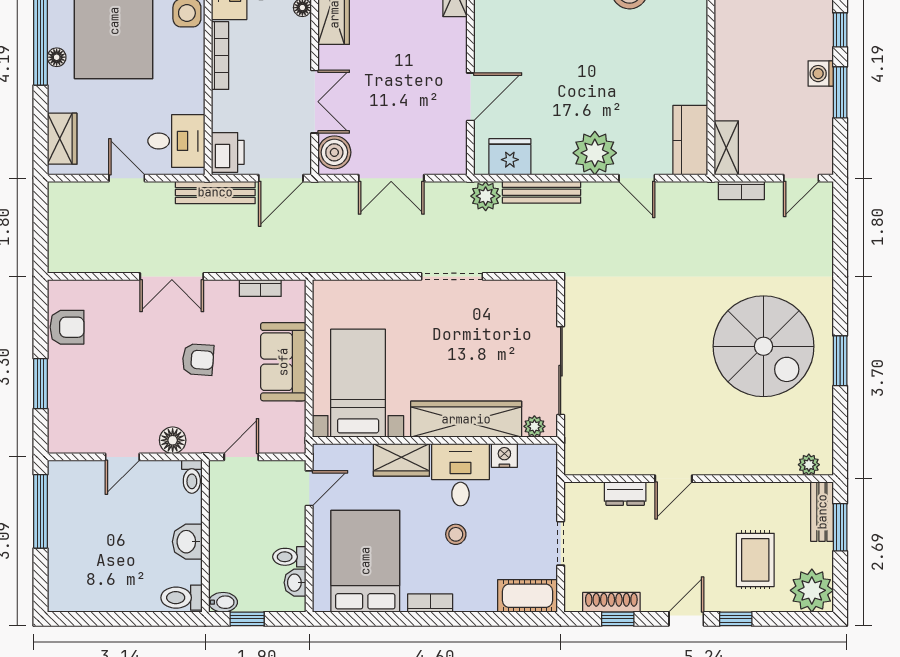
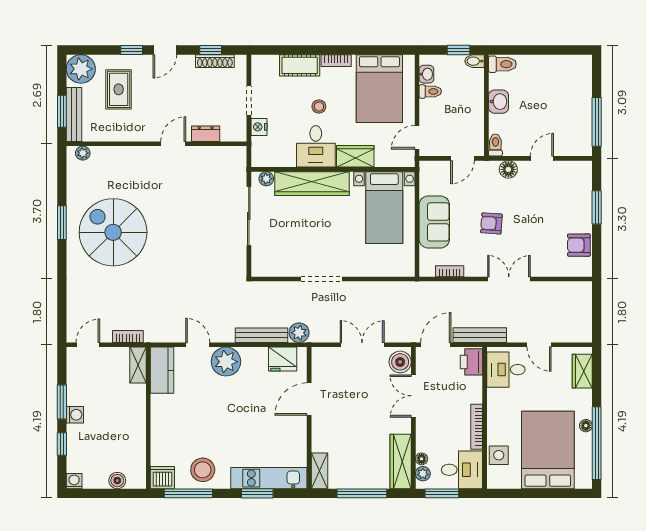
nightstand: (504, 456) -> (259, 127), moved, turned 90
bench: (822, 512) -> (74, 114), width x1.36
cot: (527, 596) -> (300, 65), moved

